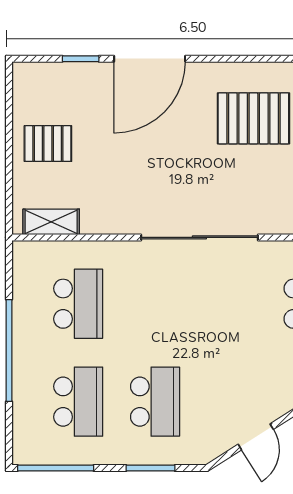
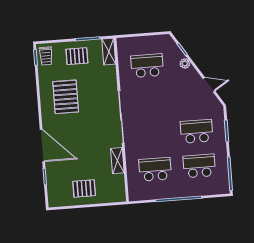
pallet: (48, 144) -> (84, 188), turned 90
shelving: (51, 222) -> (117, 161), moved

